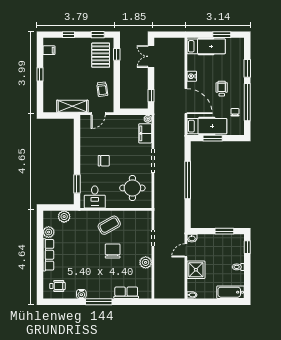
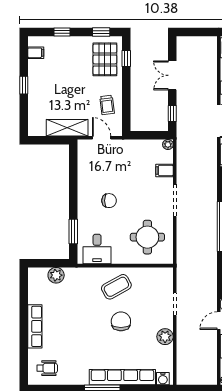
double door: (151, 56) -> (172, 75), moved
door: (98, 114) -> (102, 138), swing flipped
filing cabinet: (145, 133) -> (165, 170), width x0.50
plant: (49, 232) -> (35, 296), removed
row of seats: (126, 293) -> (122, 377), width x2.02
water cooler: (81, 294) -> (163, 379), moved

